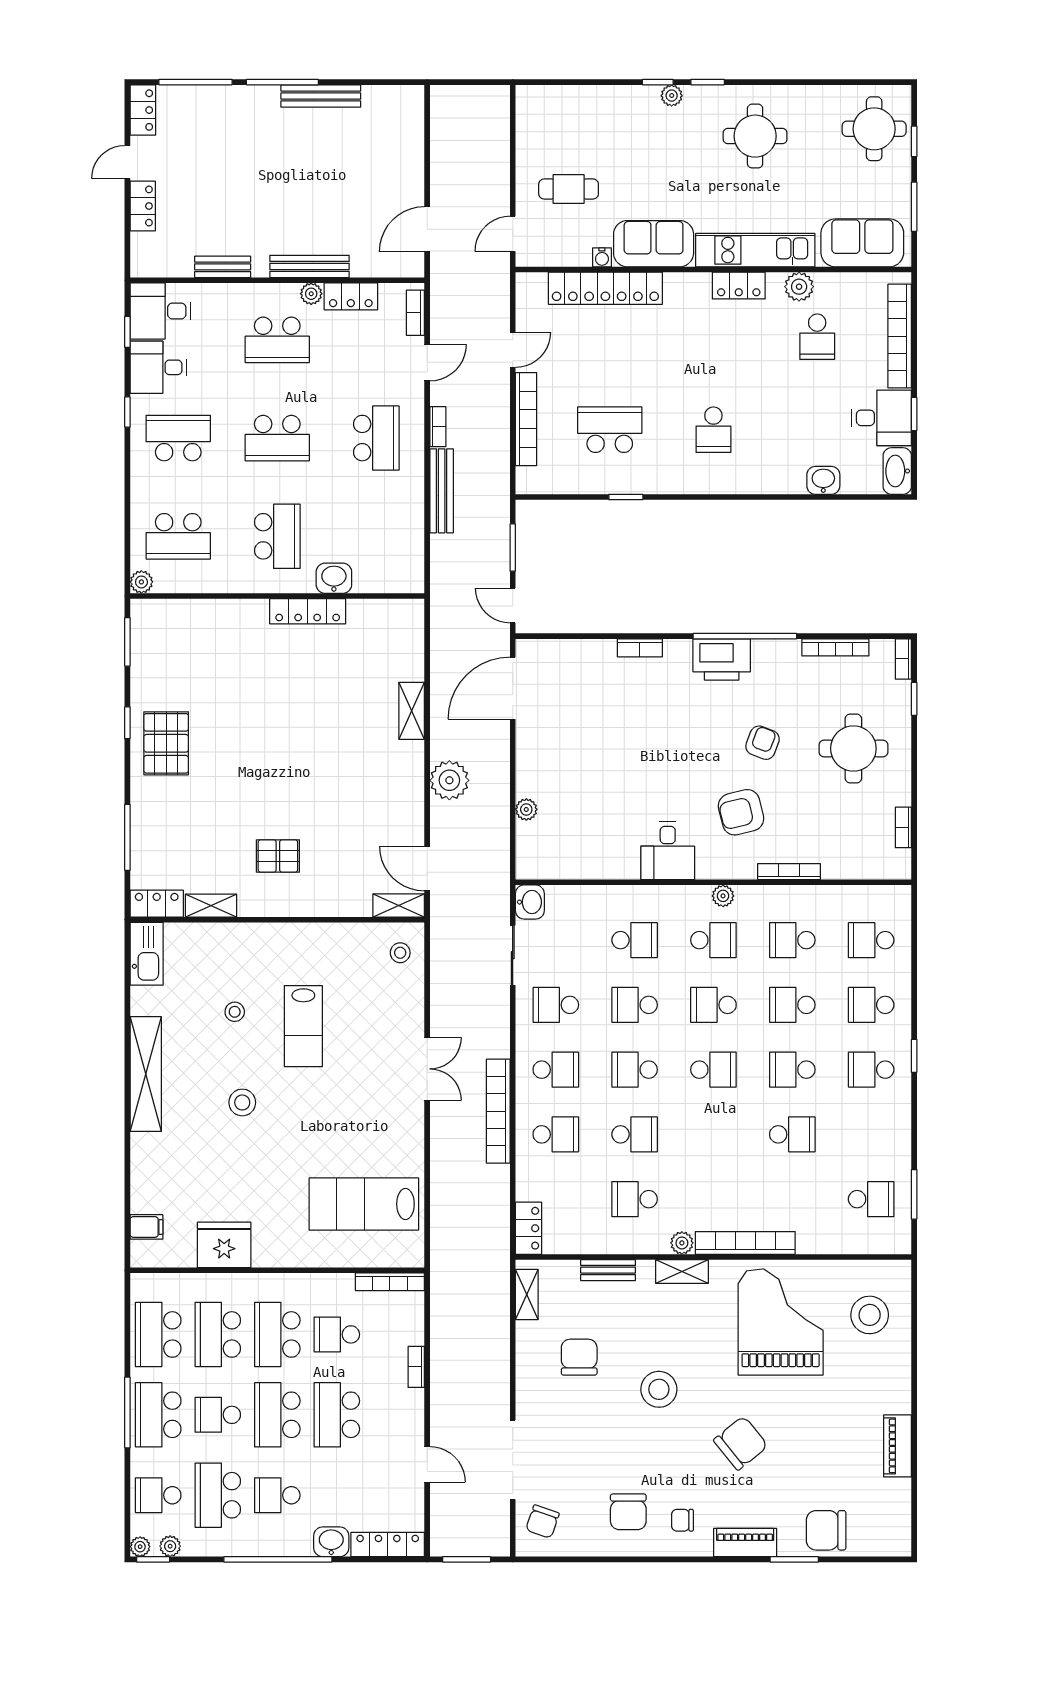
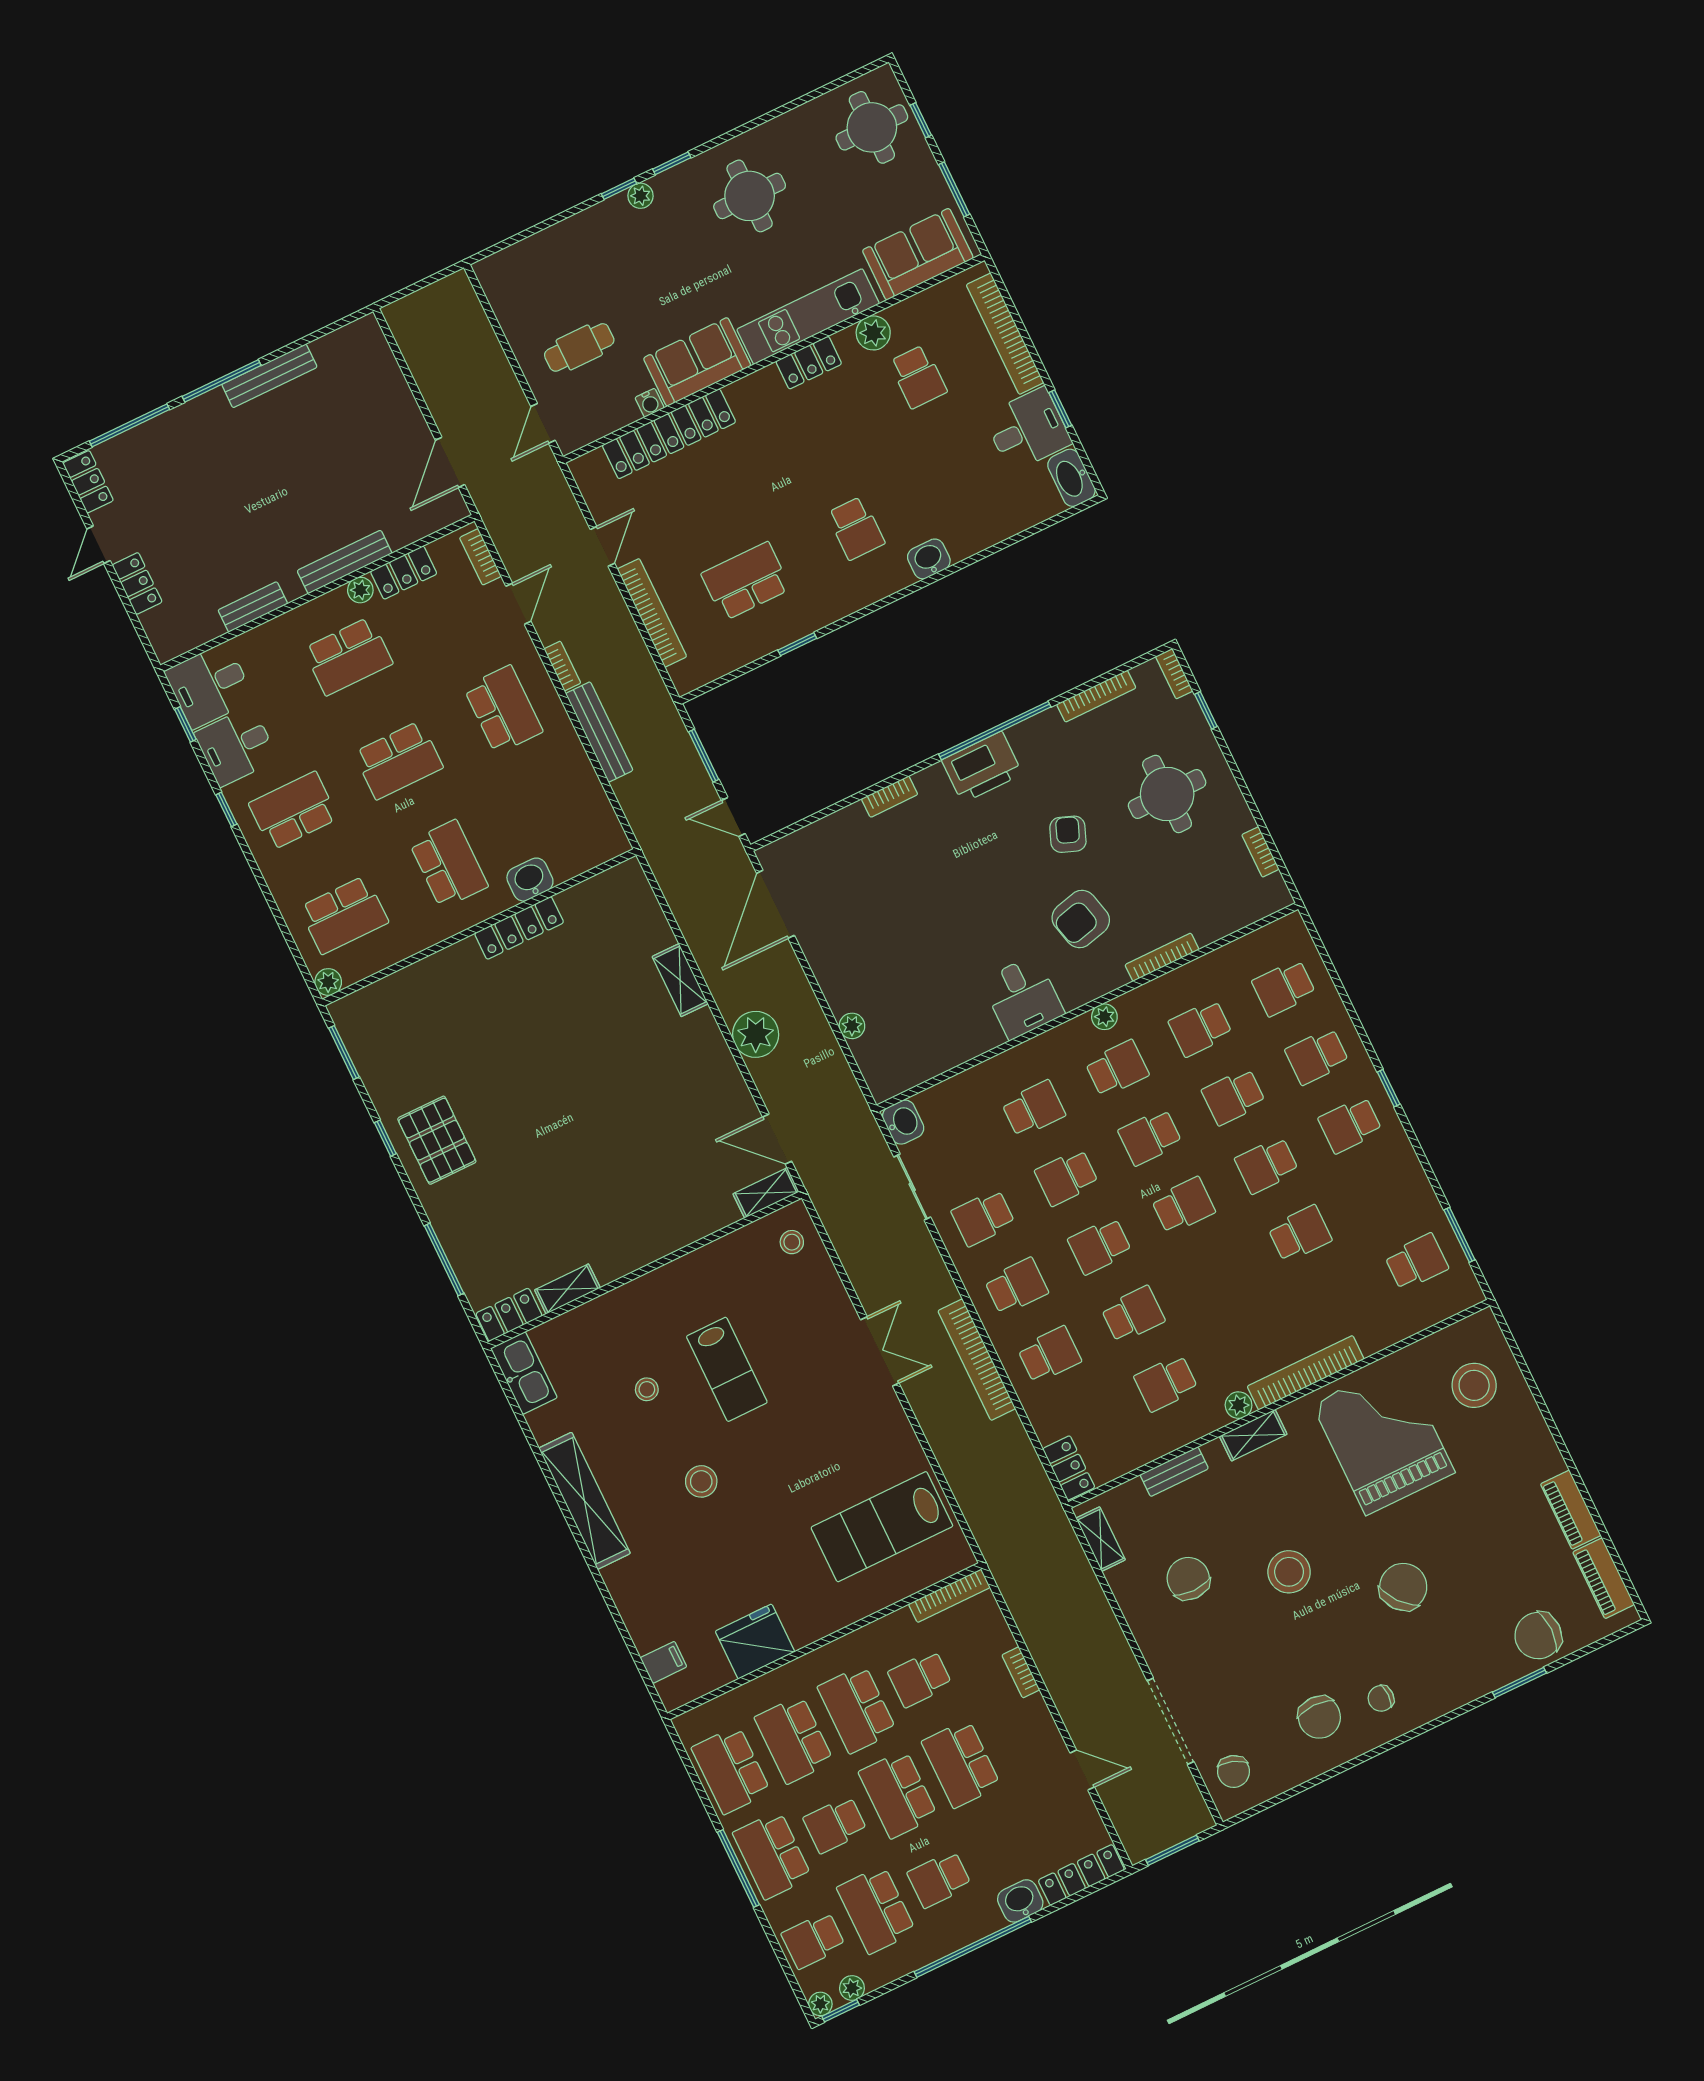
washbasin: (823, 480) -> (929, 559), moved
pallet: (278, 856) -> (613, 1202), removed
piano: (745, 1543) -> (1604, 1578), moved, turned -90

